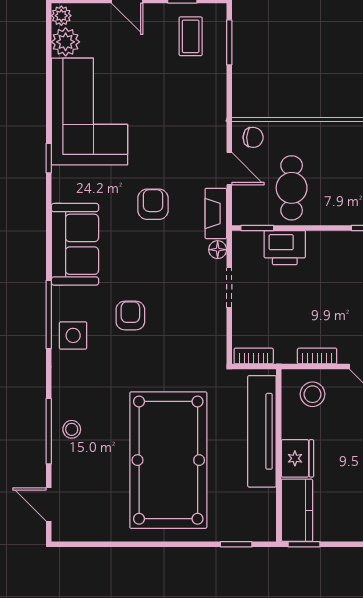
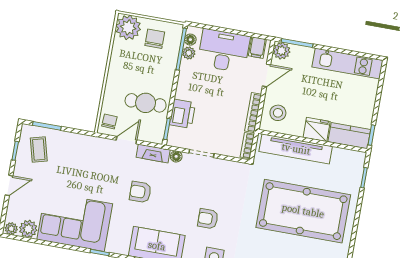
coffee table: (191, 36) -> (39, 149), turned 75
bookcase: (317, 356) -> (253, 113), width x1.56

